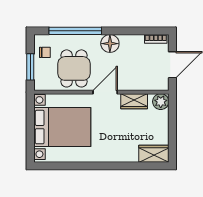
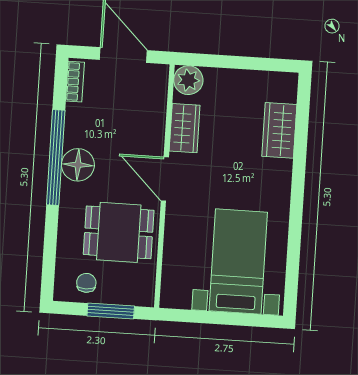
window: (75, 31) -> (56, 158), moved
bed with nightstands: (62, 127) -> (238, 262), width x0.73
wardrobe: (154, 154) -> (279, 130), moved

